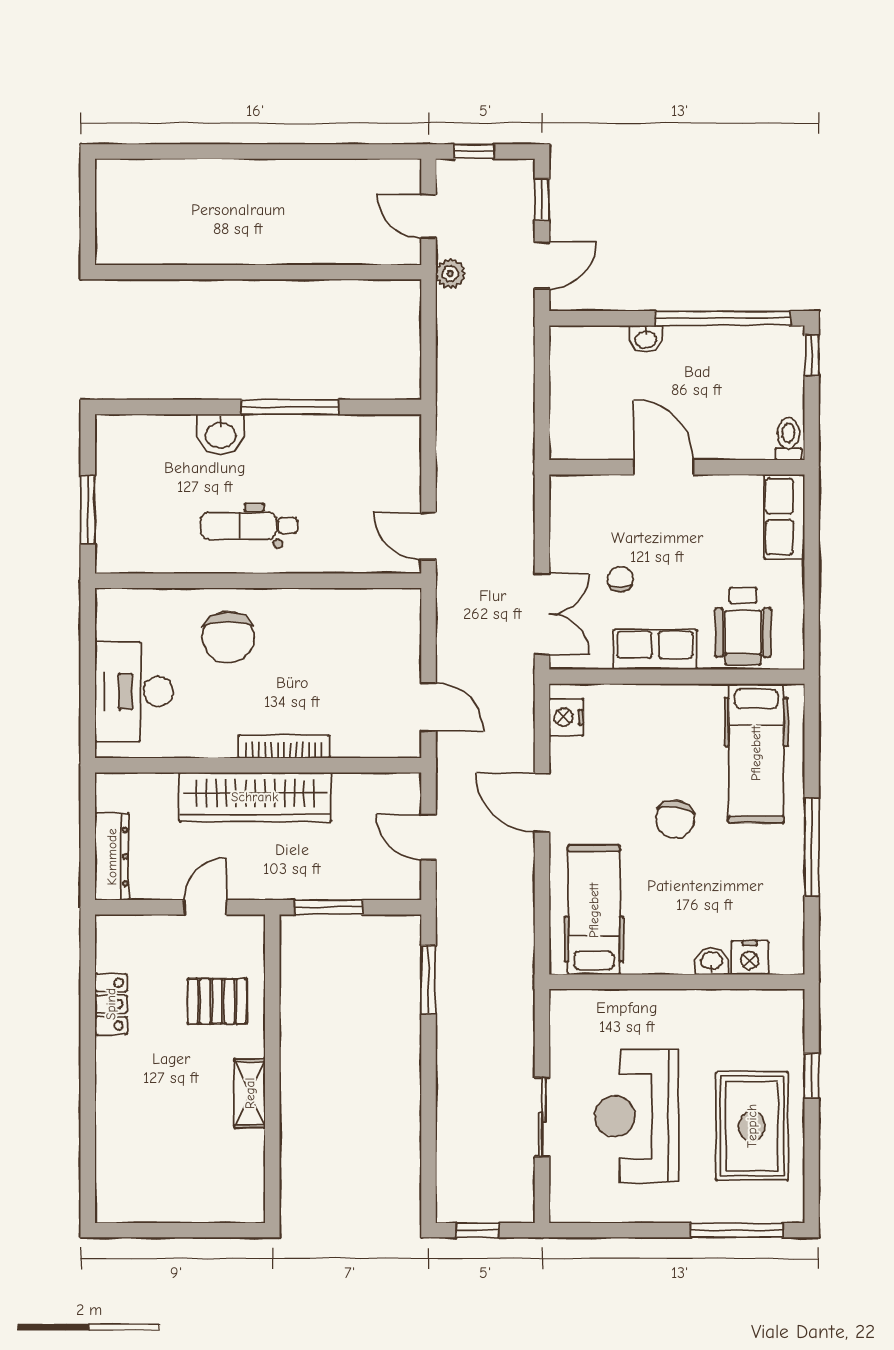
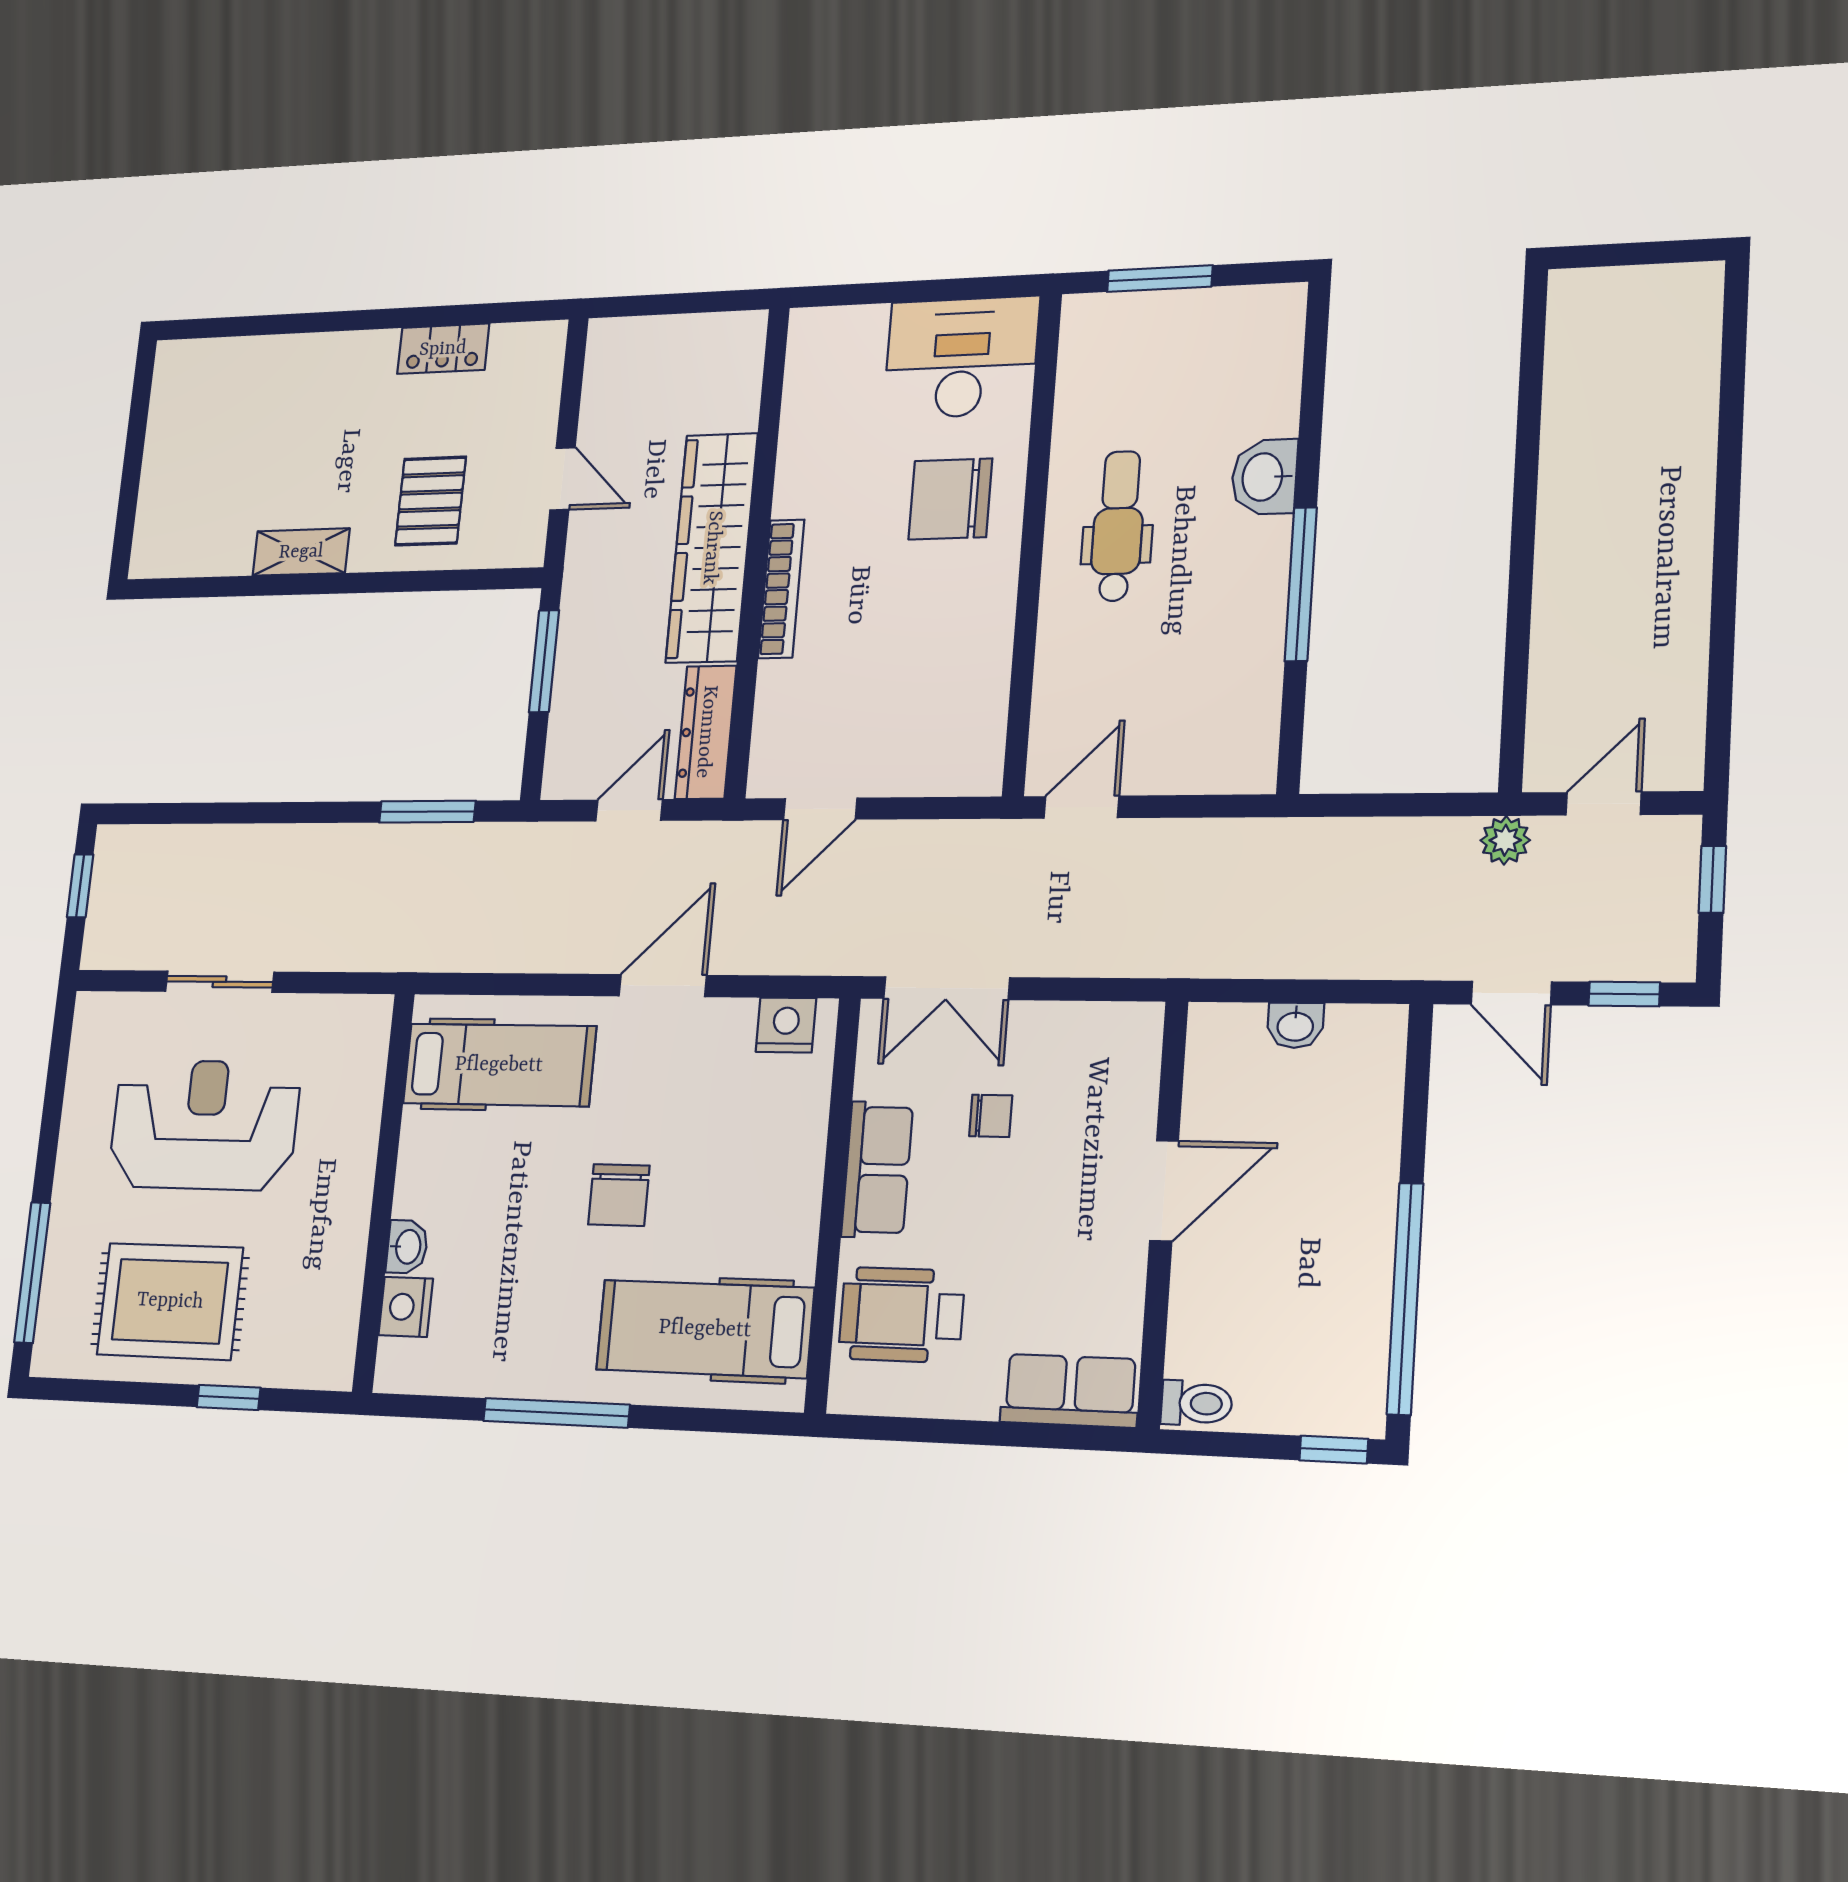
washbasin: (646, 339) -> (1295, 1025), moved, turned -90
desk: (134, 692) -> (961, 358), moved
chair: (675, 819) -> (619, 1195), turned -97
dresser: (112, 857) -> (706, 732), moved, turned 90

